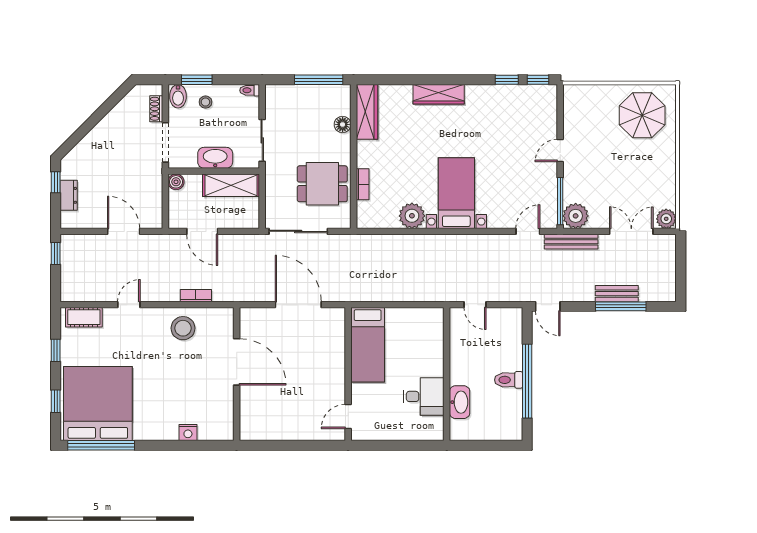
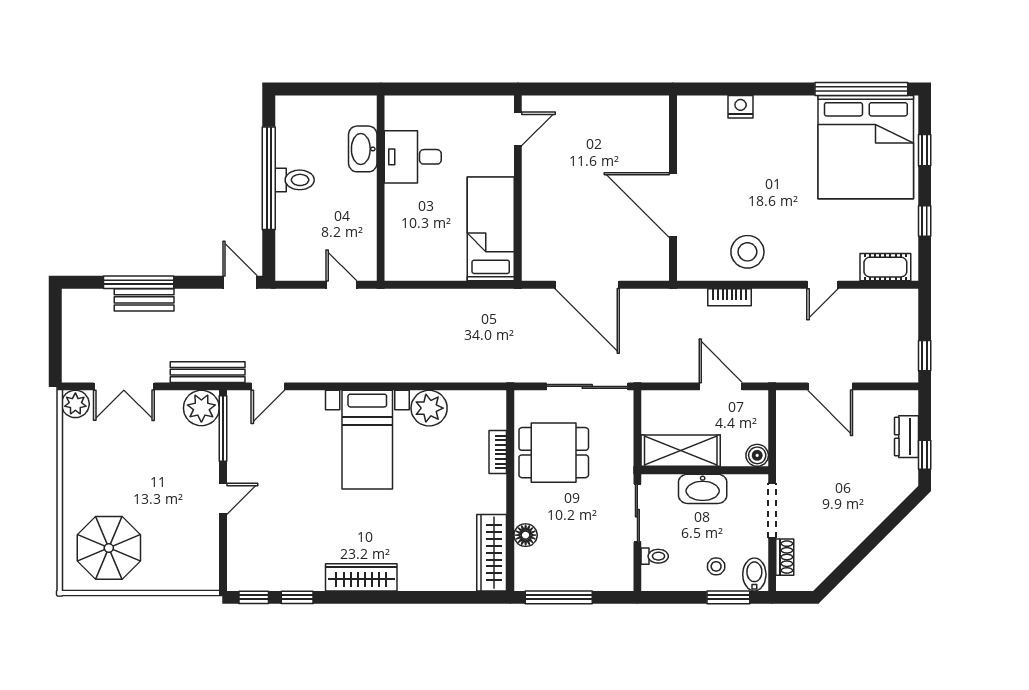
toilet: (250, 90) -> (655, 556), moved
wardrobe: (439, 94) -> (361, 577), moved

